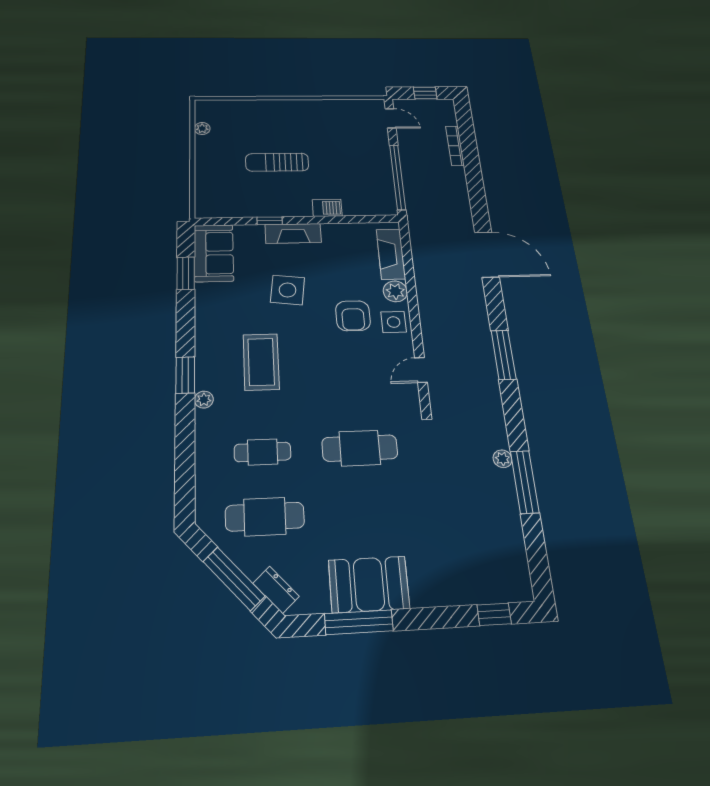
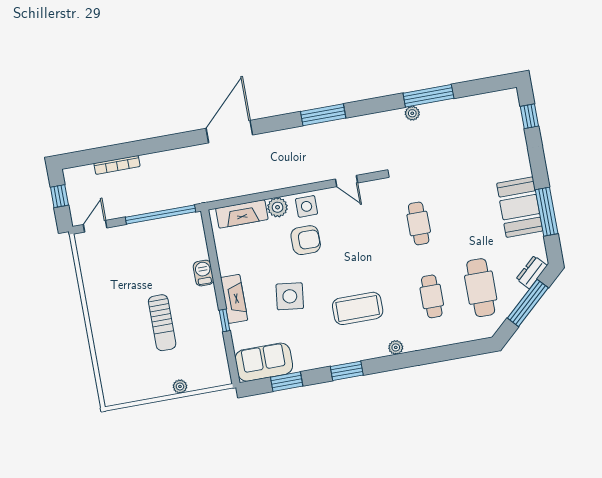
plant: (202, 129) -> (180, 386), moved
window: (185, 375) -> (347, 371), moved
cafe table: (360, 448) -> (419, 223), width x0.73, depth x0.74

